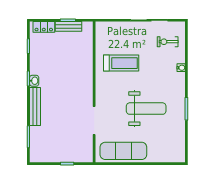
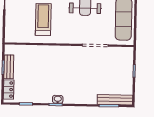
bench: (35, 106) -> (115, 100), moved

